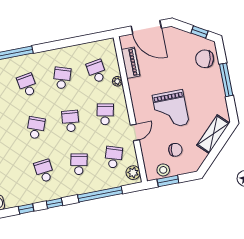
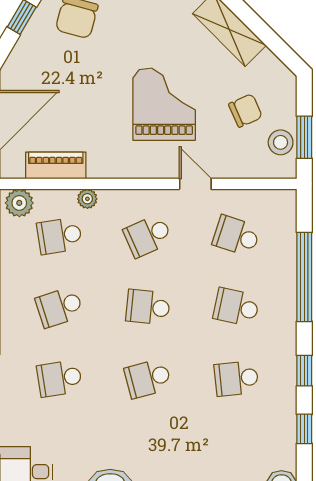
school desk: (62, 78) -> (59, 307), turned -36
grand piano: (171, 110) -> (164, 104), turned -90
school desk: (105, 114) -> (148, 236), turned -36
school desk: (36, 128) -> (148, 378), turned -36
chair: (175, 150) -> (245, 111), turned 61
plant: (133, 173) -> (19, 203), moved

